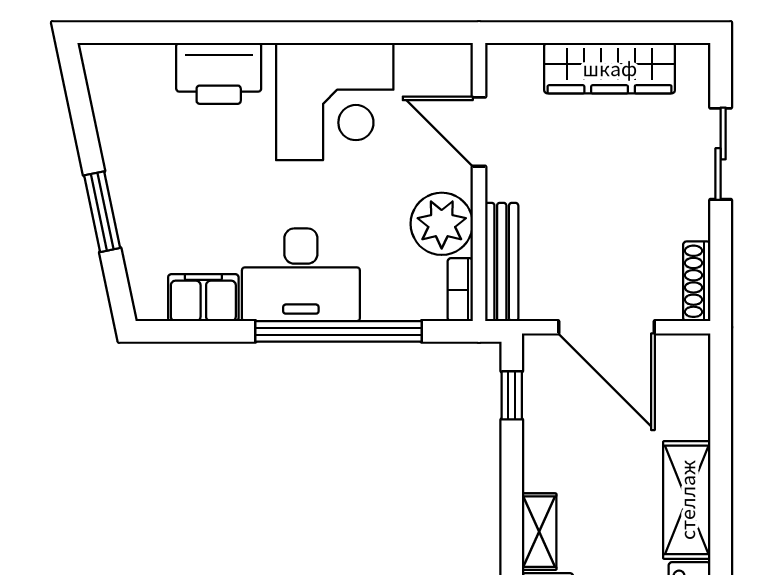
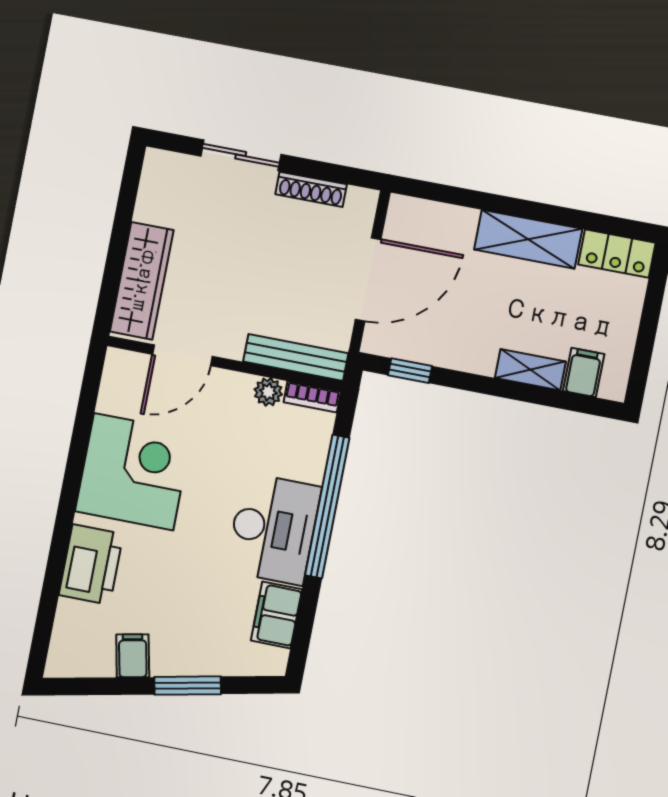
wardrobe: (610, 68) -> (142, 281), moved
filing cabinet: (124, 142) -> (133, 656), added
plant: (442, 224) -> (268, 392), width x0.53, depth x0.53
shoe rack: (697, 281) -> (311, 189), moved

